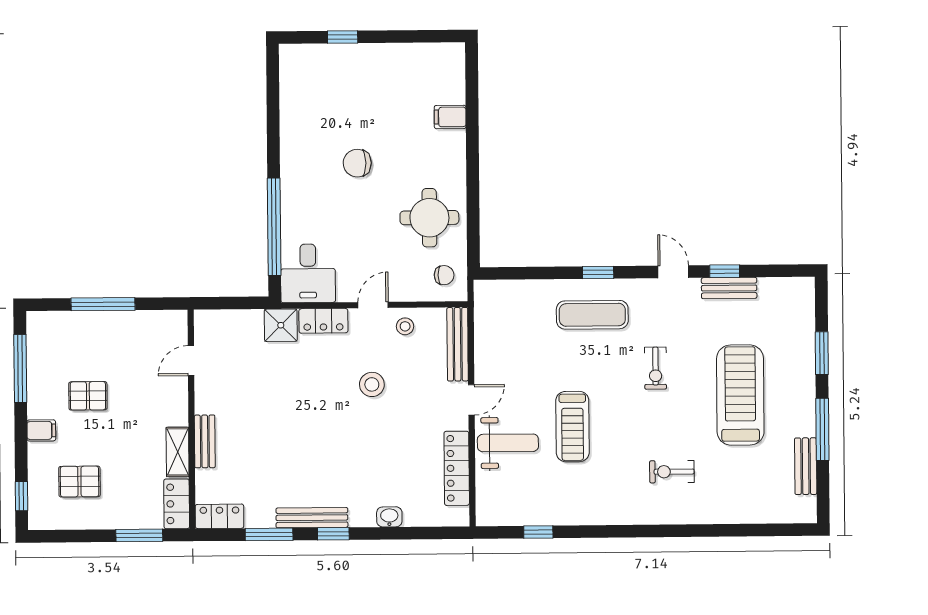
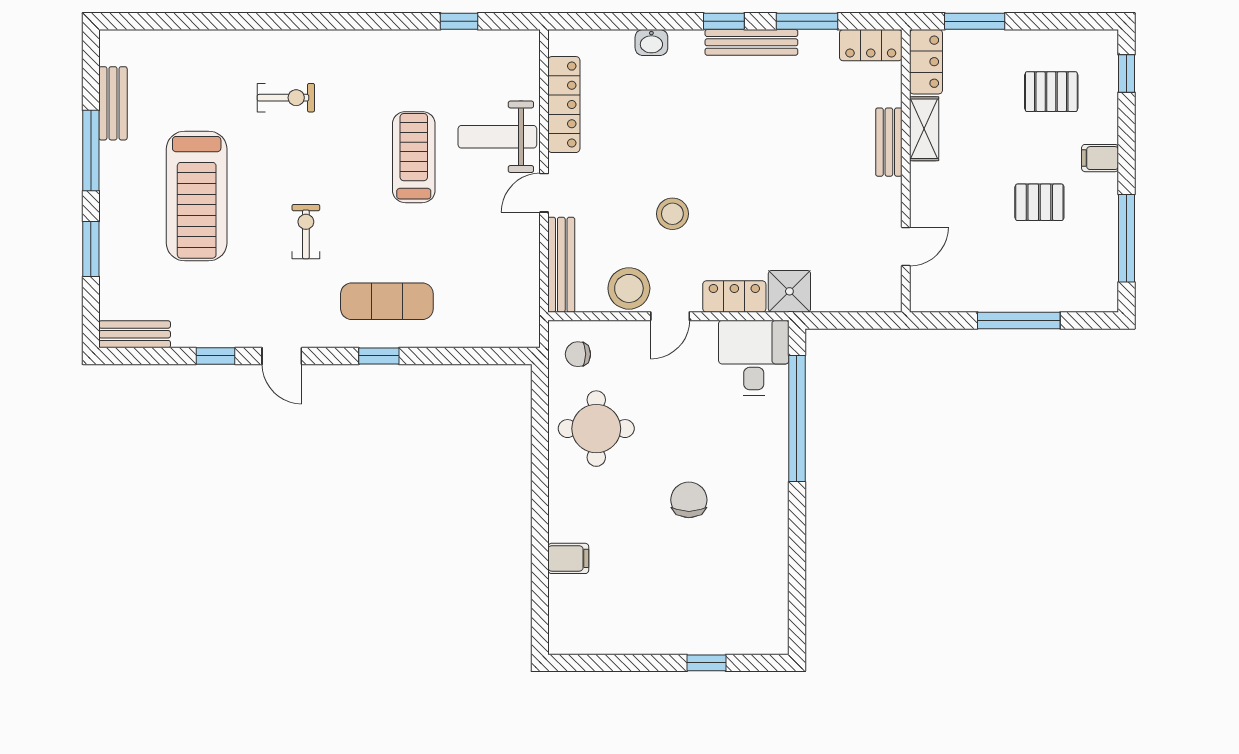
chair: (357, 163) -> (689, 500), turned -90
bench: (729, 288) -> (135, 334), moved
stool: (405, 326) -> (629, 288), width x1.89, depth x1.89

